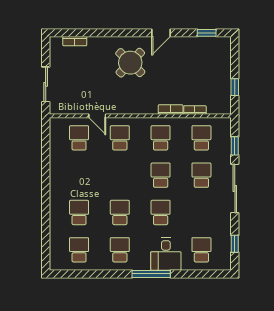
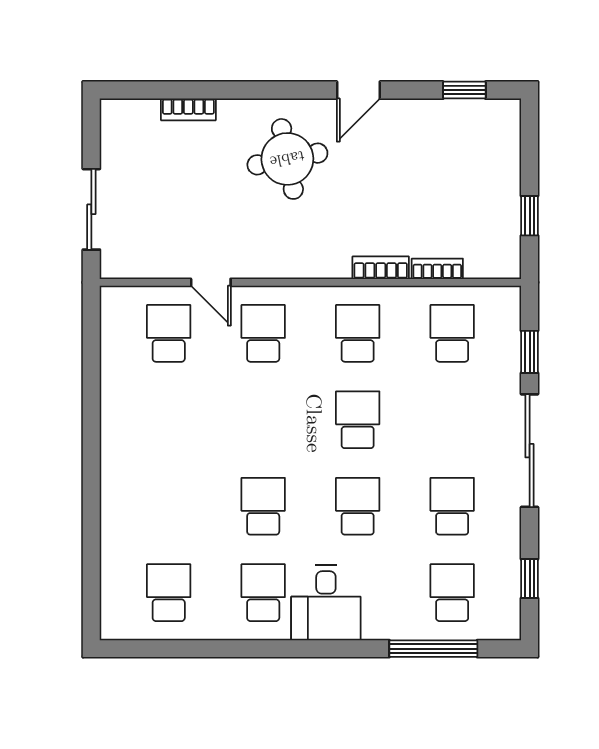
bookcase: (75, 41) -> (188, 109), moved
round table: (130, 63) -> (287, 159), turned 35
school desk: (201, 175) -> (452, 506), moved
school desk: (79, 212) -> (169, 506), removed
desk: (166, 254) -> (326, 603), moved
window: (151, 274) -> (433, 649), moved

